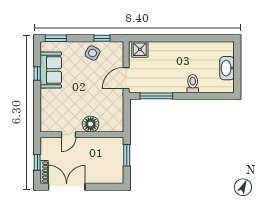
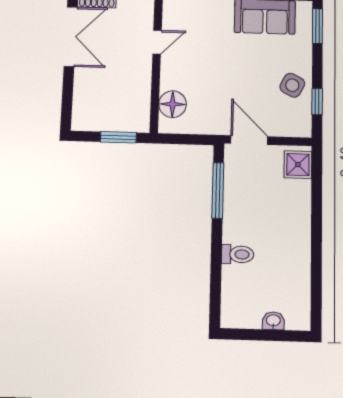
washbasin: (227, 68) -> (273, 321), width x0.52, depth x0.69
floor lamp: (91, 124) -> (173, 104), moved
door: (69, 135) -> (157, 42), swing flipped

